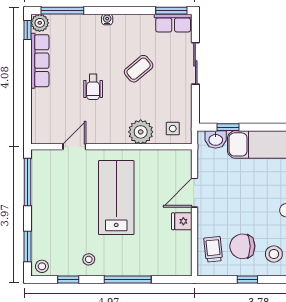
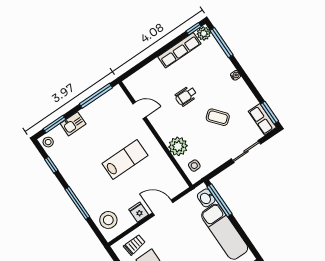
window: (228, 127) -> (220, 200), width x2.17
lab bench: (116, 198) -> (125, 160), width x0.73, depth x0.72
kitchen sink: (41, 227) -> (73, 124), added
stool: (89, 259) -> (108, 220), moved, width x1.89, depth x1.89

